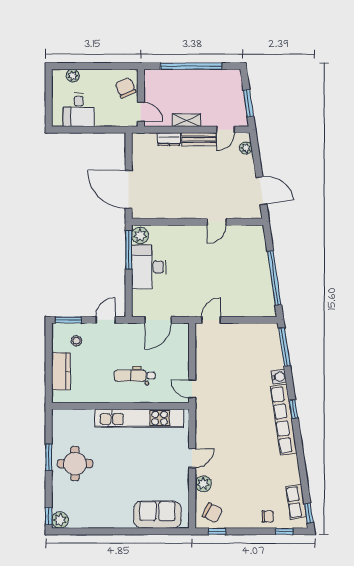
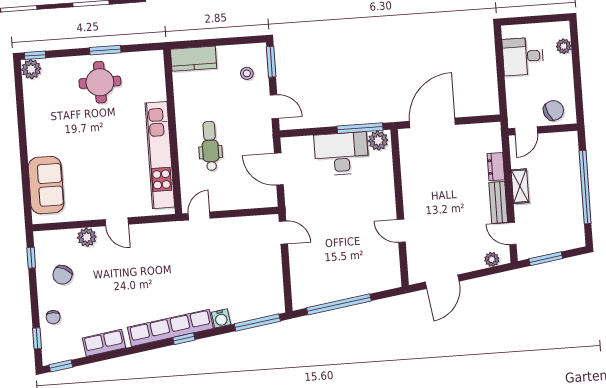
kitchen counter: (61, 371) -> (194, 59), moved
row of seats: (296, 502) -> (104, 343), moved
chair: (212, 513) -> (62, 275), moved

